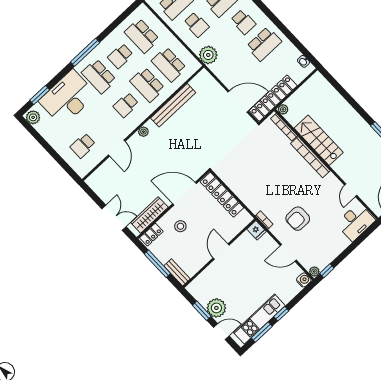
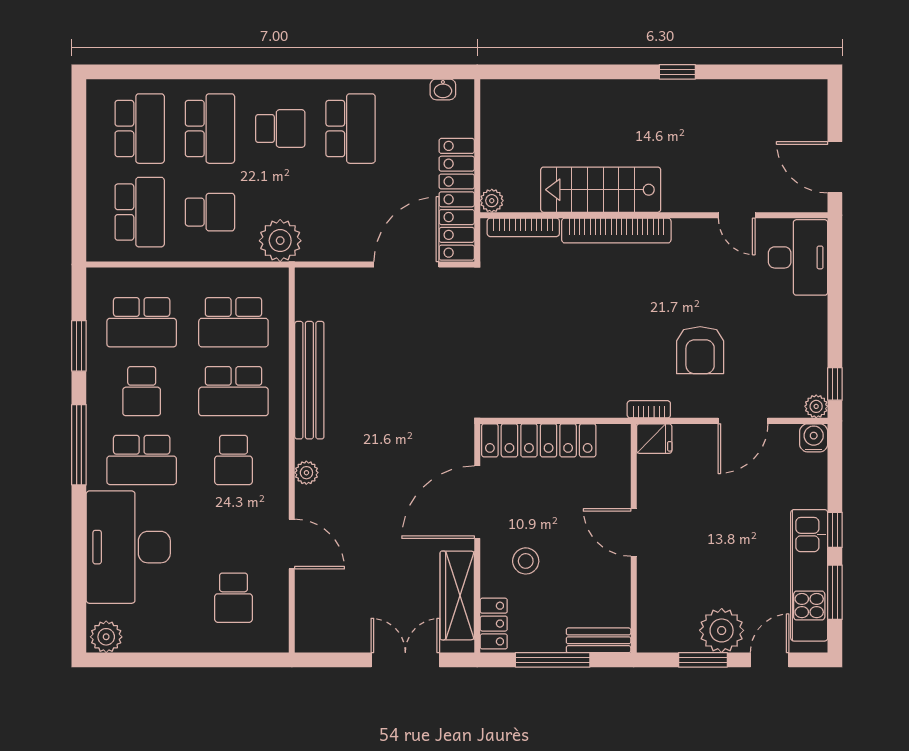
window: (40, 95) -> (79, 346), moved

